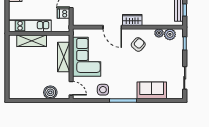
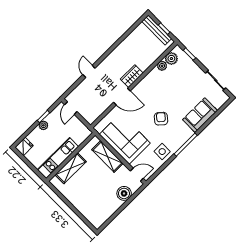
dishwasher: (63, 14) -> (74, 123), removed
armchair: (138, 45) -> (161, 119), moved

